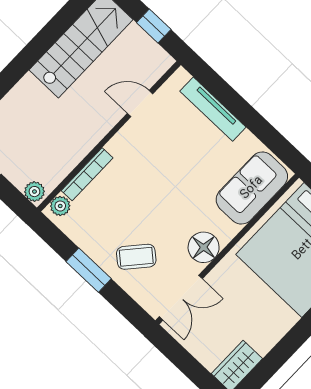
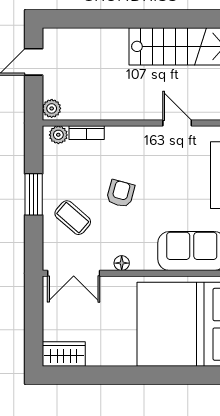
bookcase: (87, 174) -> (87, 133), width x0.64
armchair: (153, 201) -> (121, 194), added
floor lamp: (204, 247) -> (122, 263), width x0.53, depth x0.53

